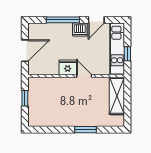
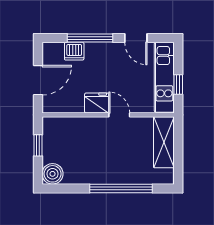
door: (96, 20) -> (136, 38), hinge flipped
dishwasher: (80, 30) -> (74, 51), moved
boiler: (35, 119) -> (53, 174), added
window: (86, 130) -> (121, 188), width x2.11

